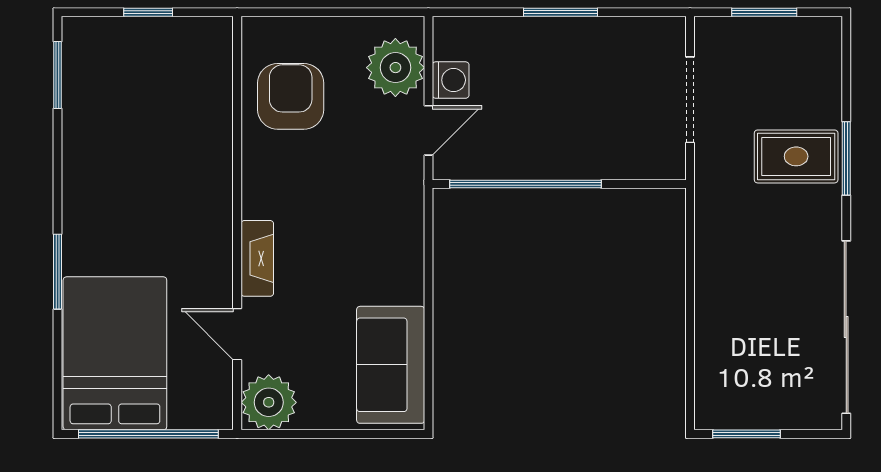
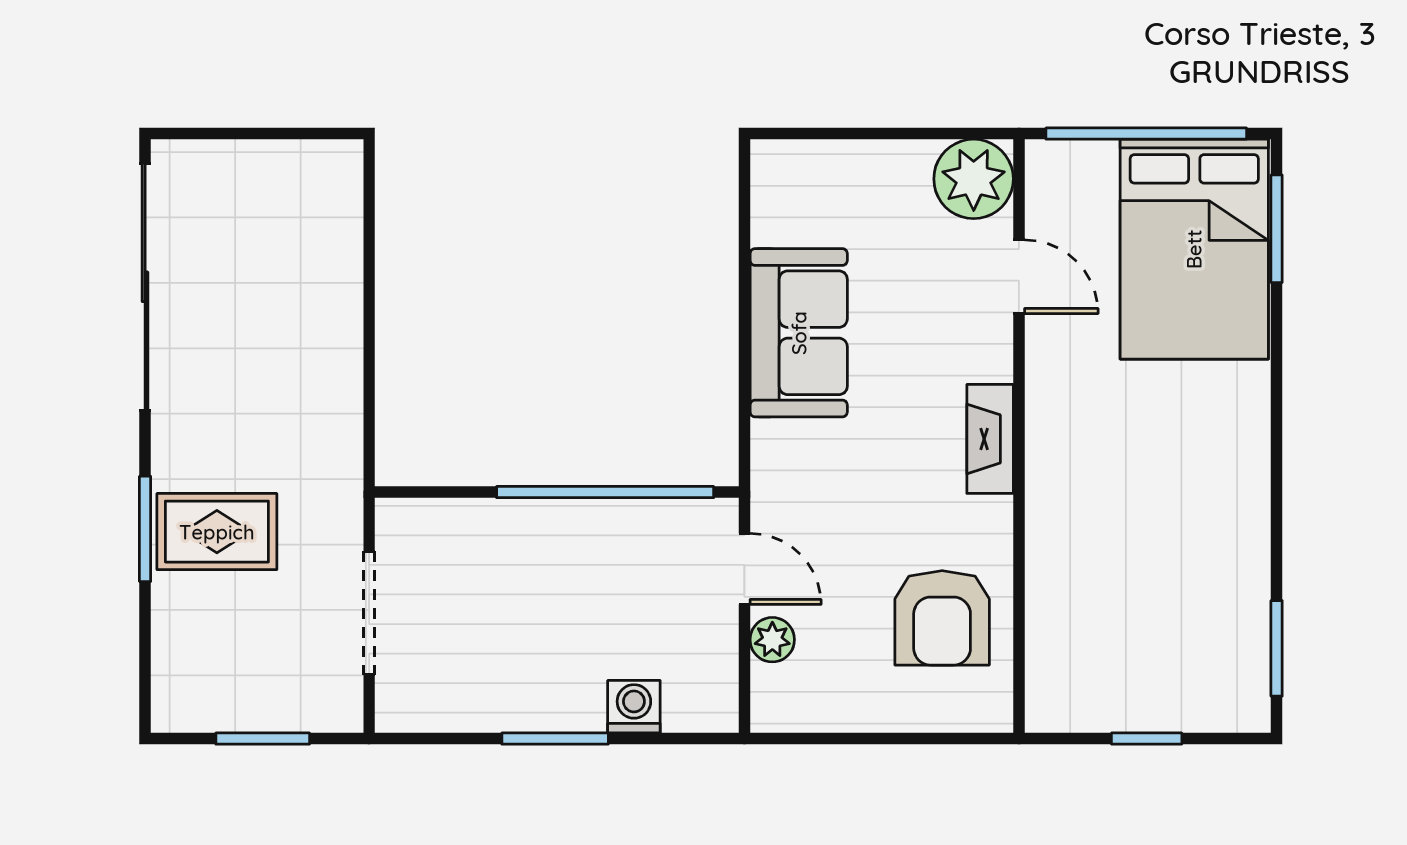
plant: (395, 68) -> (772, 640), width x0.53, depth x0.53
washing machine: (451, 80) -> (634, 707), moved, turned 90
door: (428, 130) -> (744, 569), swing flipped
fireplace: (257, 258) -> (990, 439), moved
window: (58, 272) -> (1277, 229), moved
sofa: (391, 365) -> (799, 333), moved
window: (747, 434) -> (288, 134), removed

